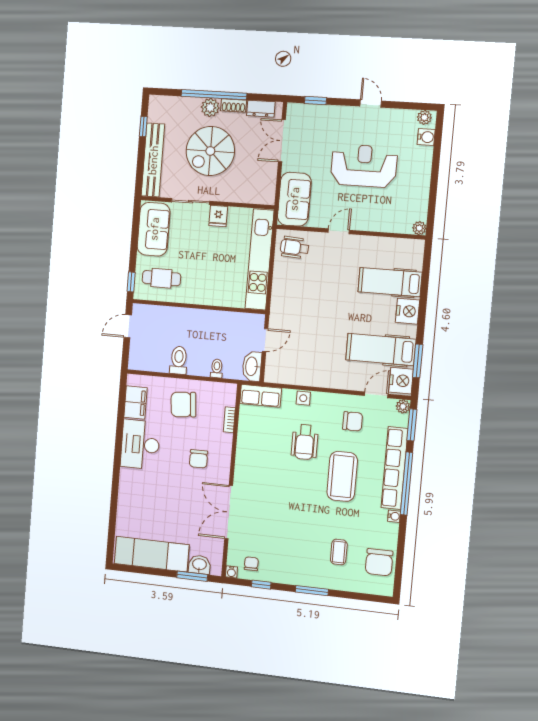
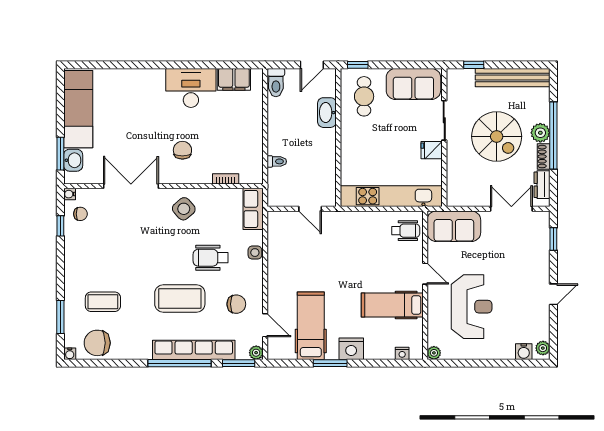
window: (143, 127) -> (474, 65), moved
spiral stairs: (210, 151) -> (497, 136), turned 180
bench: (153, 160) -> (513, 78), moved
reception desk: (364, 166) -> (472, 307), moved
wheelchair: (295, 248) -> (406, 231), turned 86
hospital bed: (390, 282) -> (392, 305), moved, turned -90
door: (128, 326) -> (312, 65), swing flipped
toilet: (179, 360) -> (276, 83), moved, turned 90
window: (418, 361) -> (330, 363), moved
washbasin: (252, 366) -> (327, 113), moved, turned -90
nightstand: (401, 381) -> (402, 353), moved, width x0.53, depth x0.56
chair: (183, 405) -> (237, 130), removed
chair: (353, 421) -> (236, 304), turned -90
chair: (198, 459) -> (182, 150), turned 90
side table: (255, 463) -> (184, 209), added
water cooler: (394, 516) -> (70, 354), moved
coffee table: (339, 552) -> (103, 302), width x1.36, depth x1.30
window: (312, 591) -> (60, 317), moved

